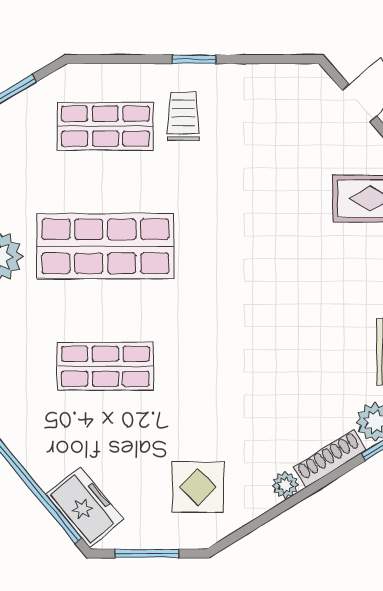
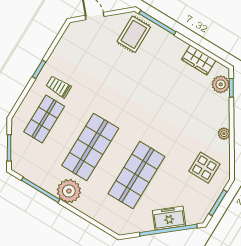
shop shelf: (105, 366) -> (136, 175), width x1.43, depth x1.36
shoe rack: (330, 459) -> (224, 110), removed
freezer: (85, 507) -> (169, 218), moved

